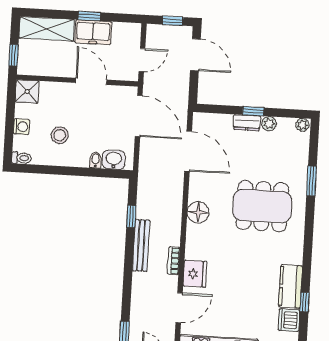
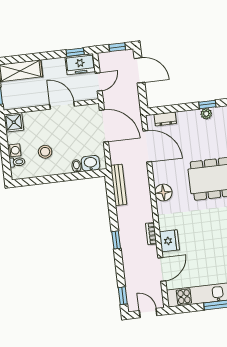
window: (89, 16) -> (75, 52), moved
freezer: (93, 32) -> (80, 64), moved
window: (253, 111) -> (207, 104), moved
dresser: (247, 123) -> (165, 119), moved
toilet: (22, 158) -> (17, 162), moved
window: (131, 216) -> (116, 240), moved
bench: (141, 245) -> (119, 185), moved

